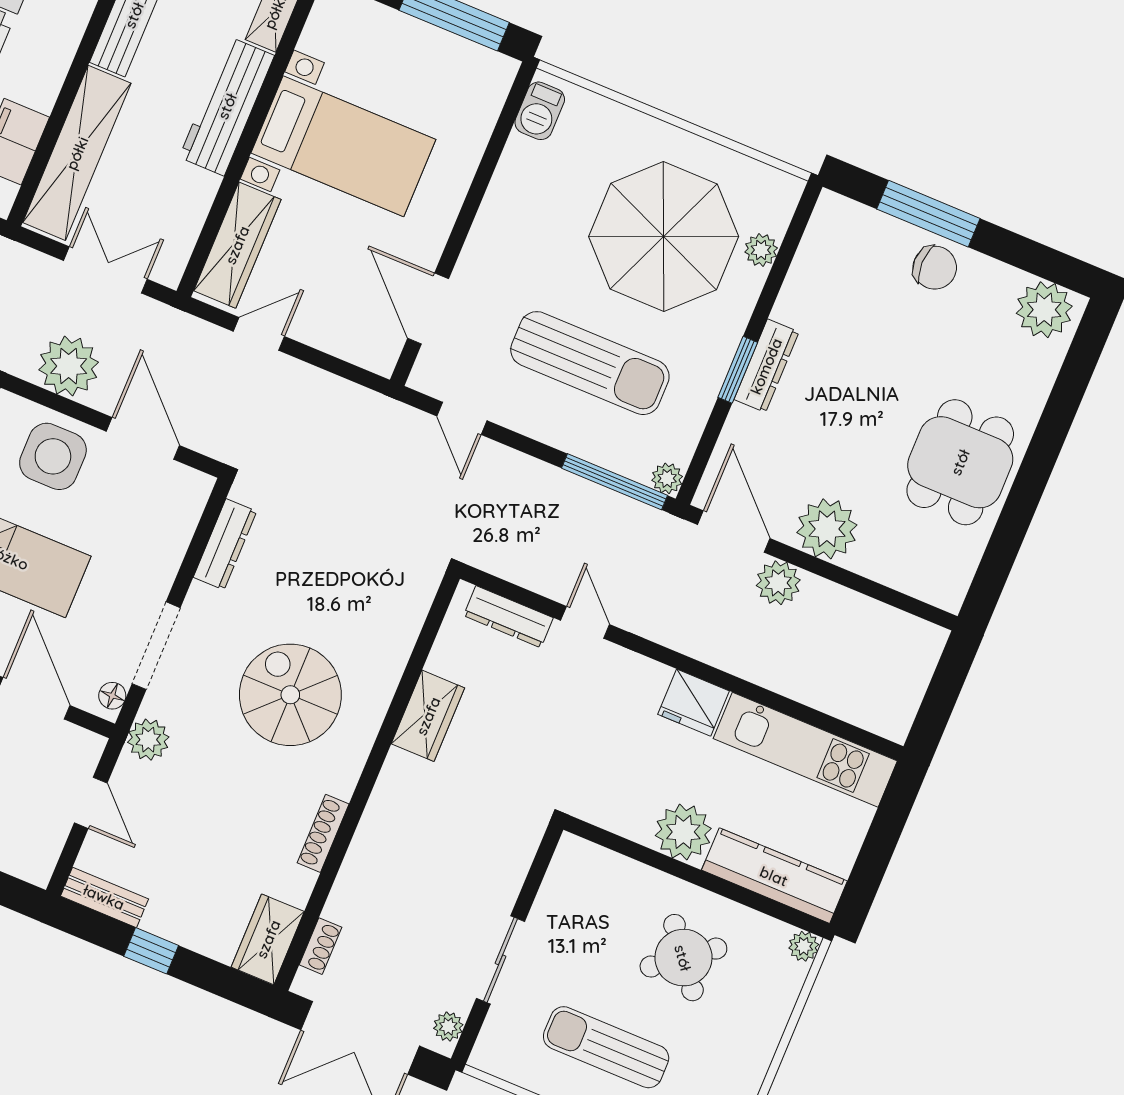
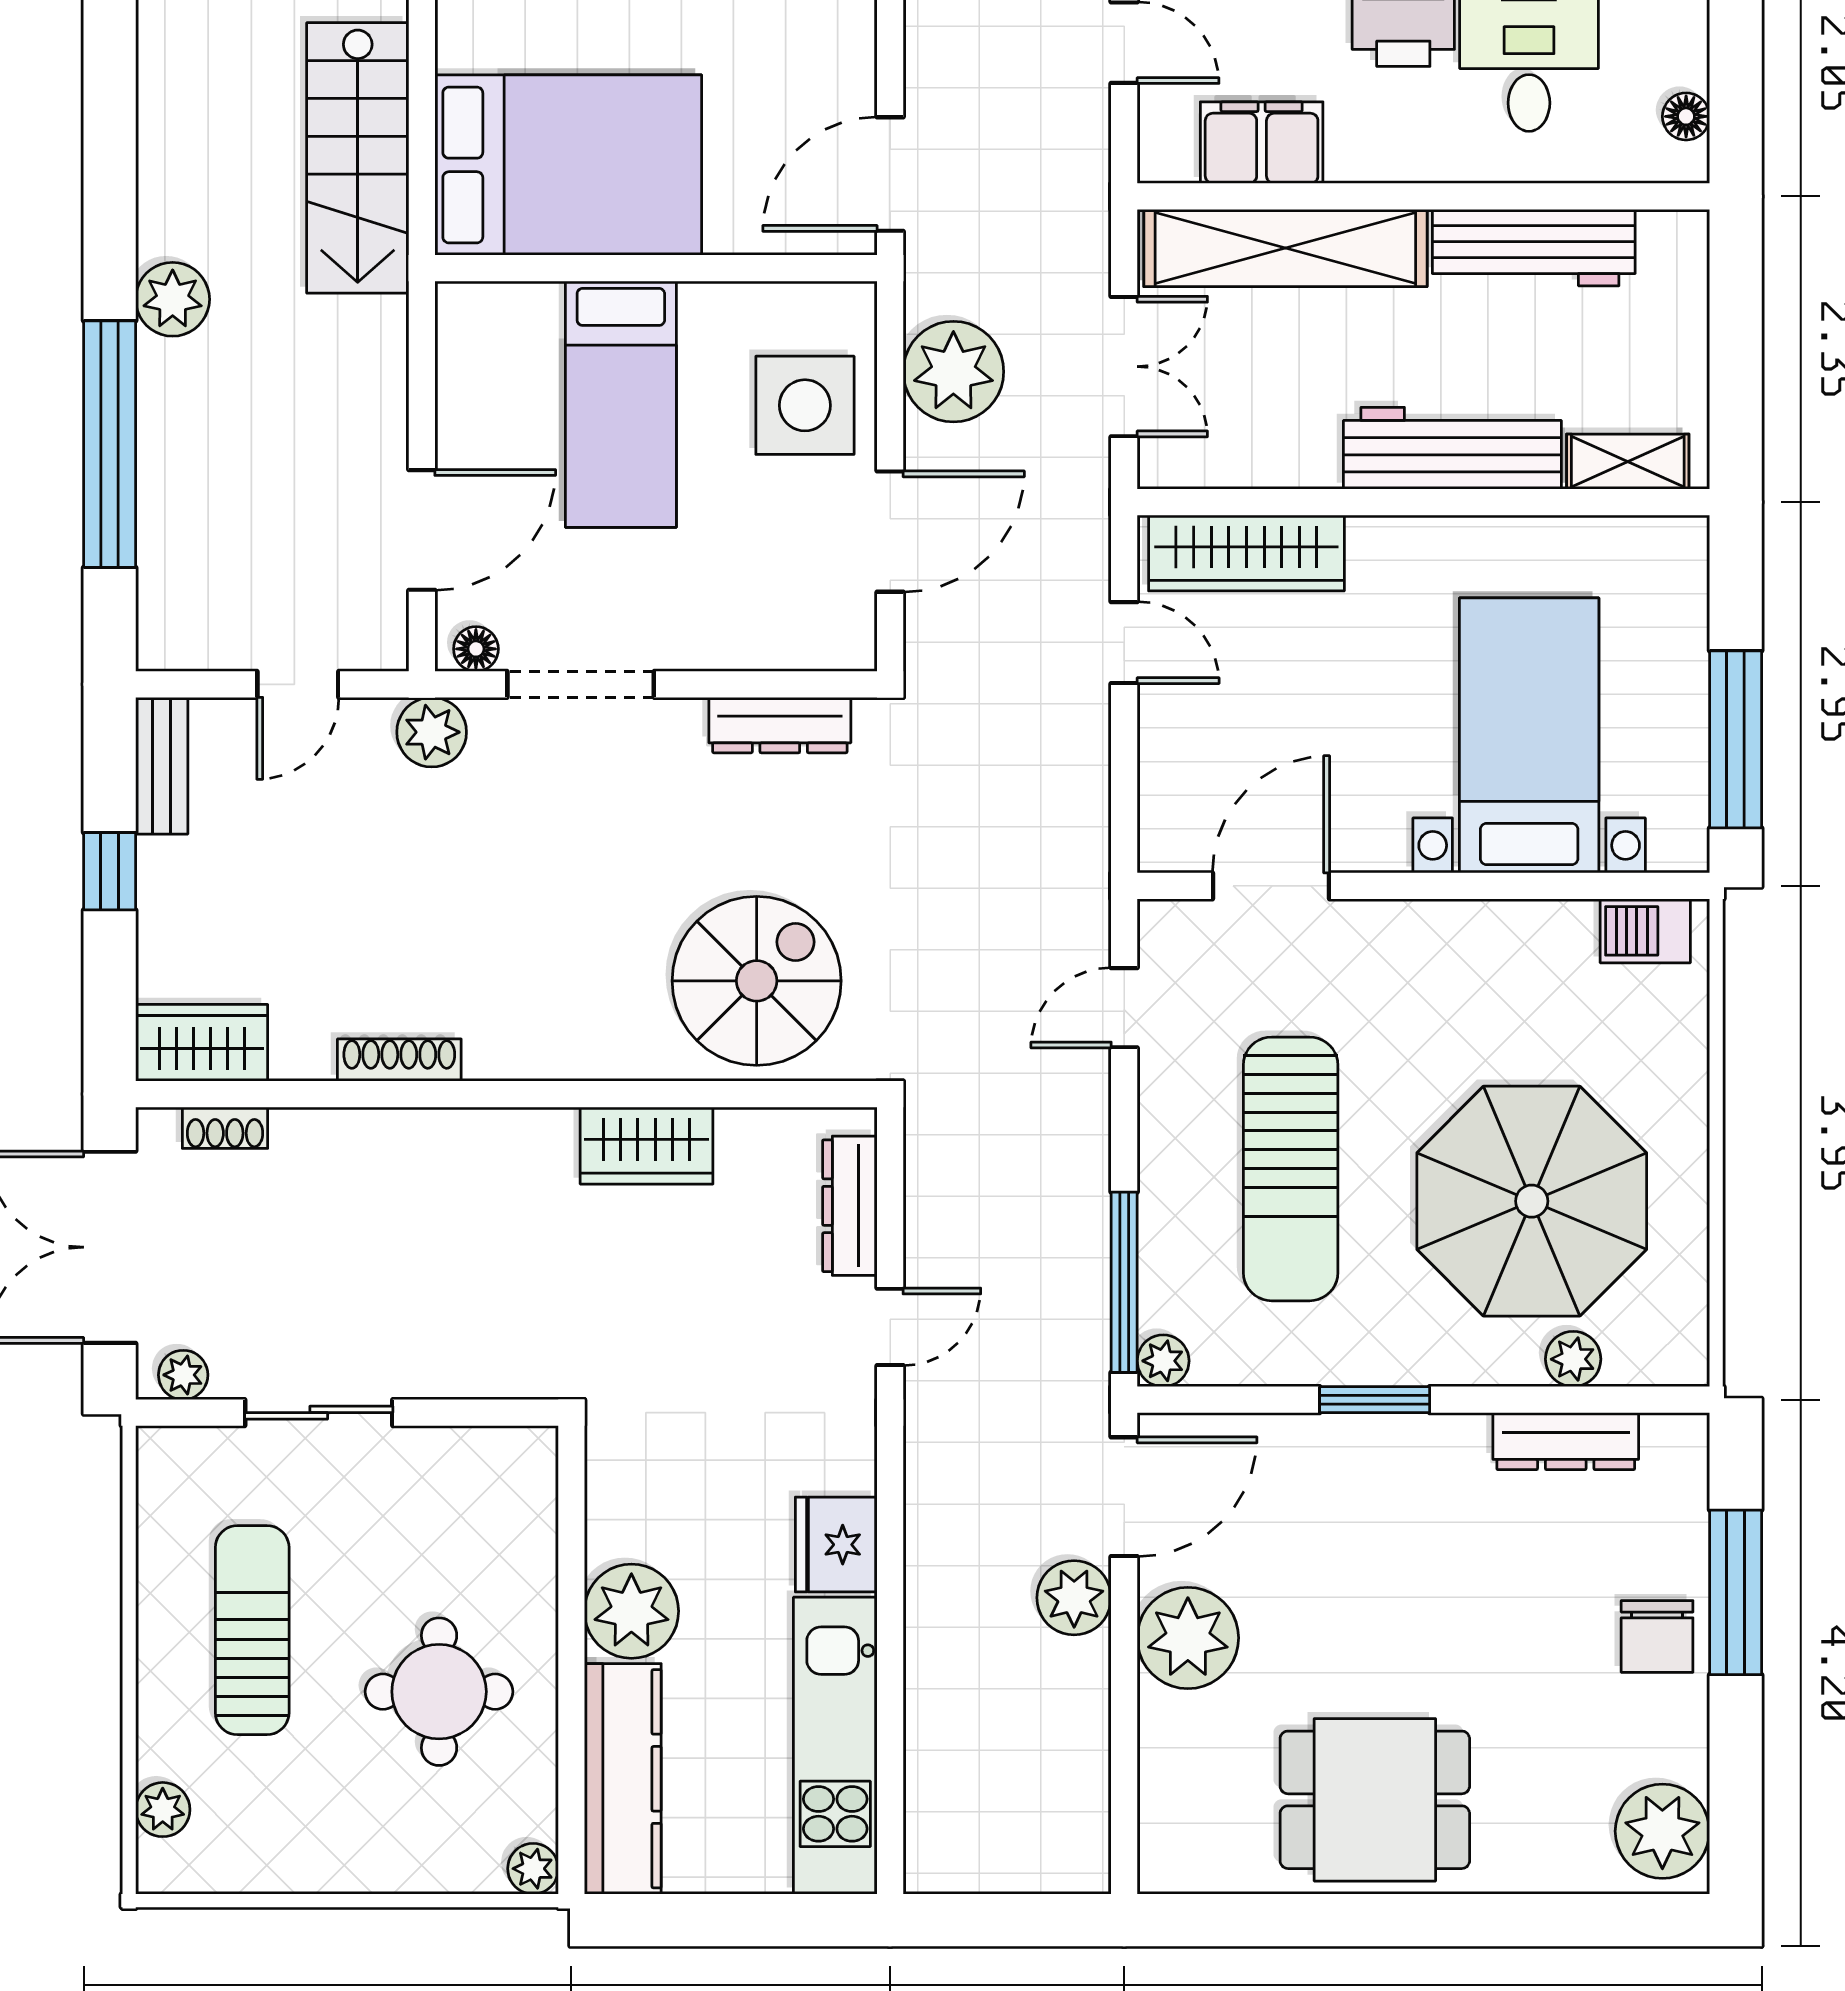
bed with nightstands: (343, 146) -> (1529, 735), moved, turned 180
dresser: (766, 366) -> (1566, 1441), moved
spiral stairs: (290, 695) -> (757, 981), moved
round table: (683, 958) -> (439, 1692), turned 38

